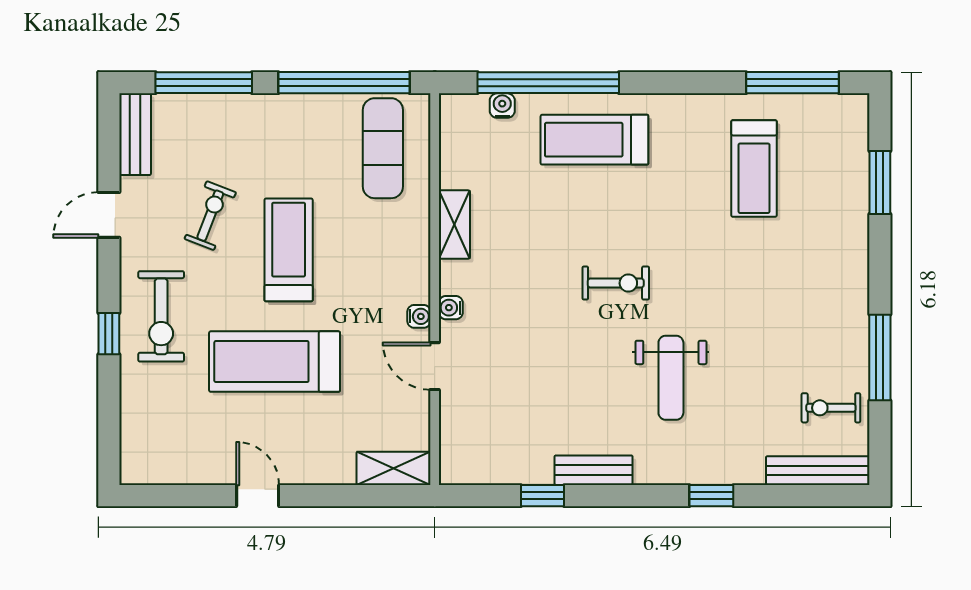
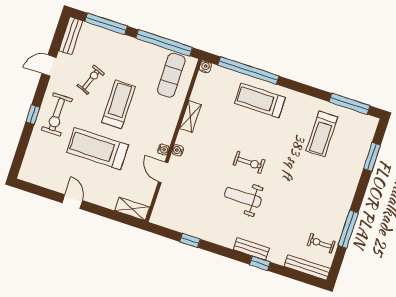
water cooler: (502, 106) -> (205, 67), moved
weight bench: (671, 378) -> (243, 197), moved, turned 90
bench: (594, 470) -> (251, 249), moved

